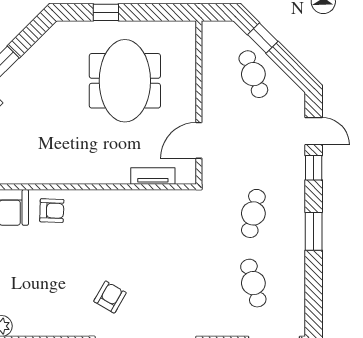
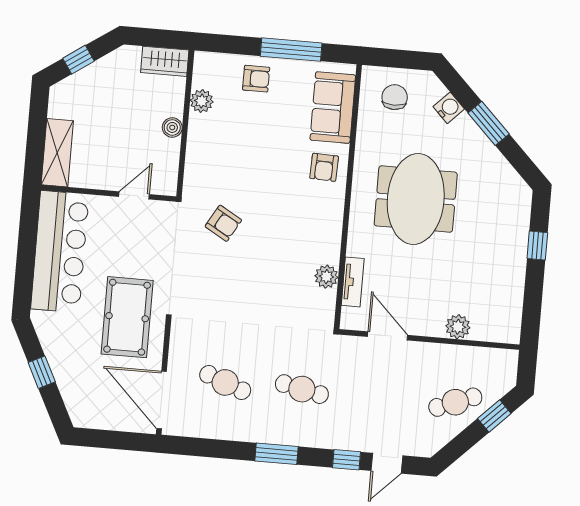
plant: (185, 78) -> (458, 327), added
meeting table: (125, 81) -> (416, 199), moved, turned 90
plant: (150, 200) -> (326, 277), added
cafe table: (253, 283) -> (225, 382), turned 36

